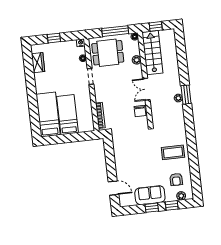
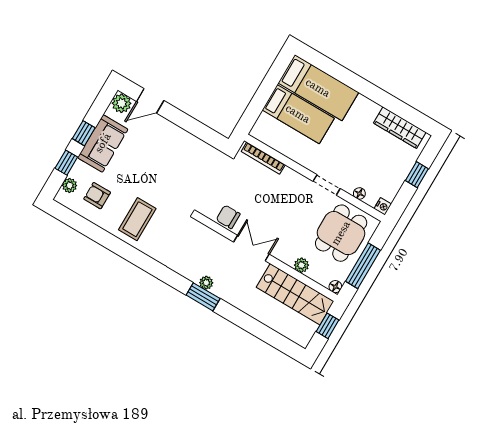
wardrobe: (38, 63) -> (400, 128), width x1.50
plant: (125, 201) -> (122, 103), added

